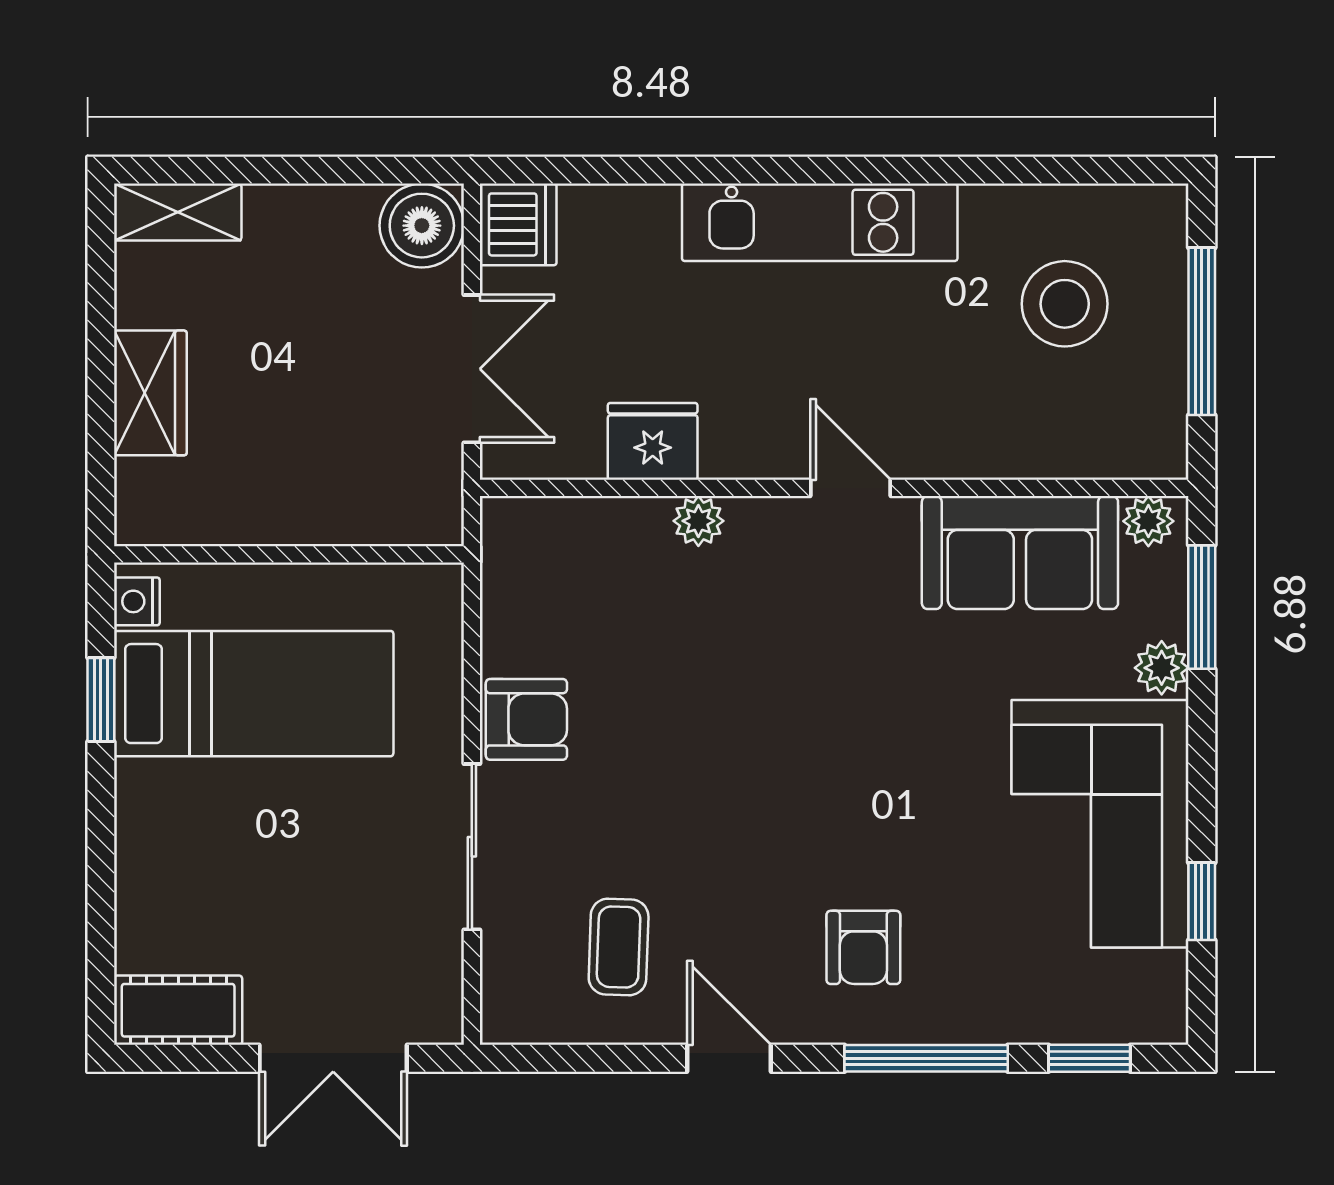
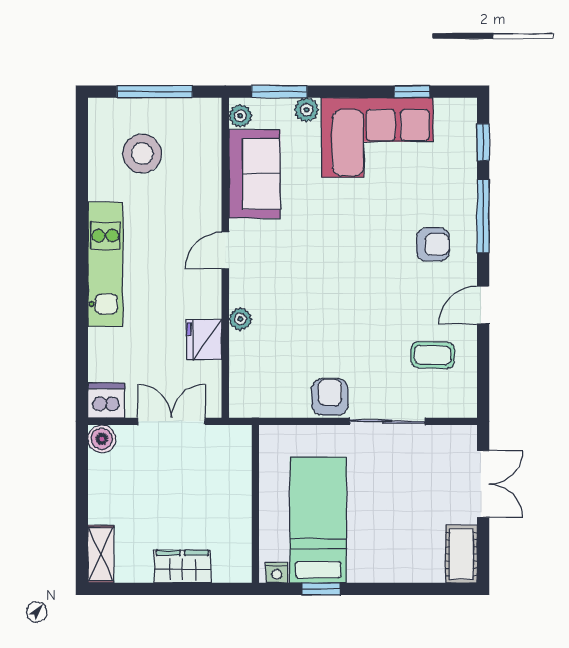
boiler: (422, 226) -> (102, 439), width x0.73, depth x0.73

